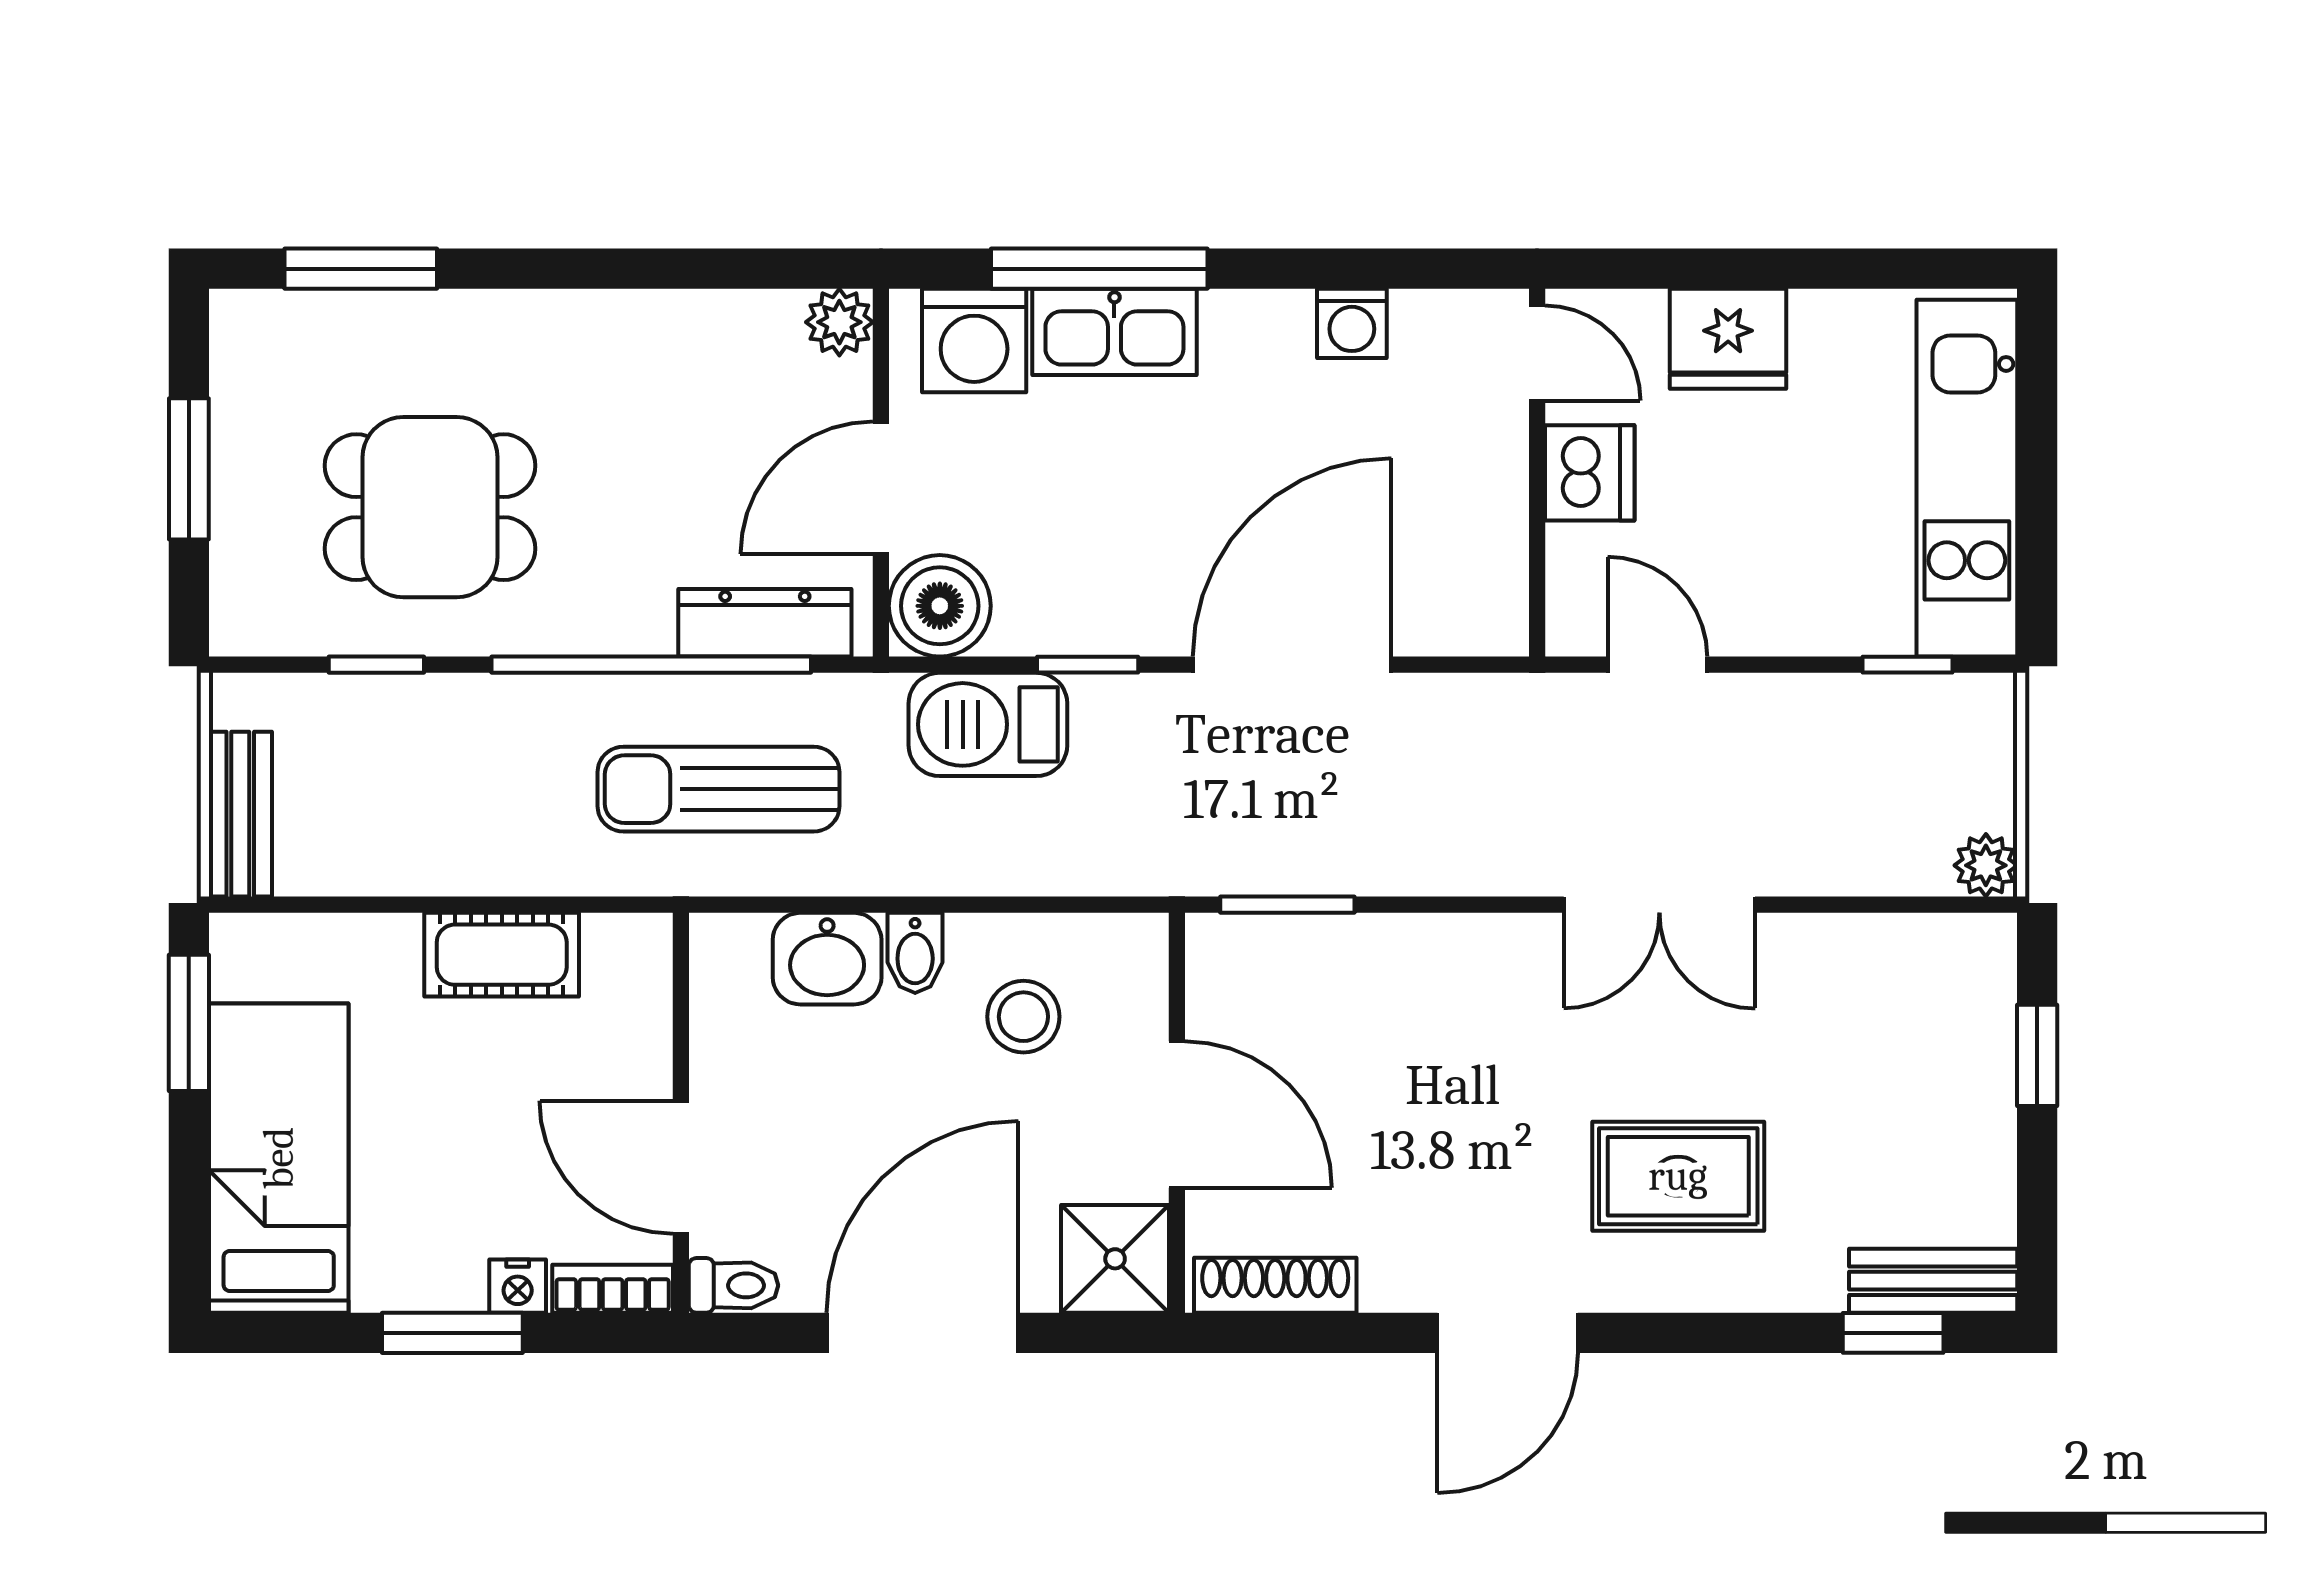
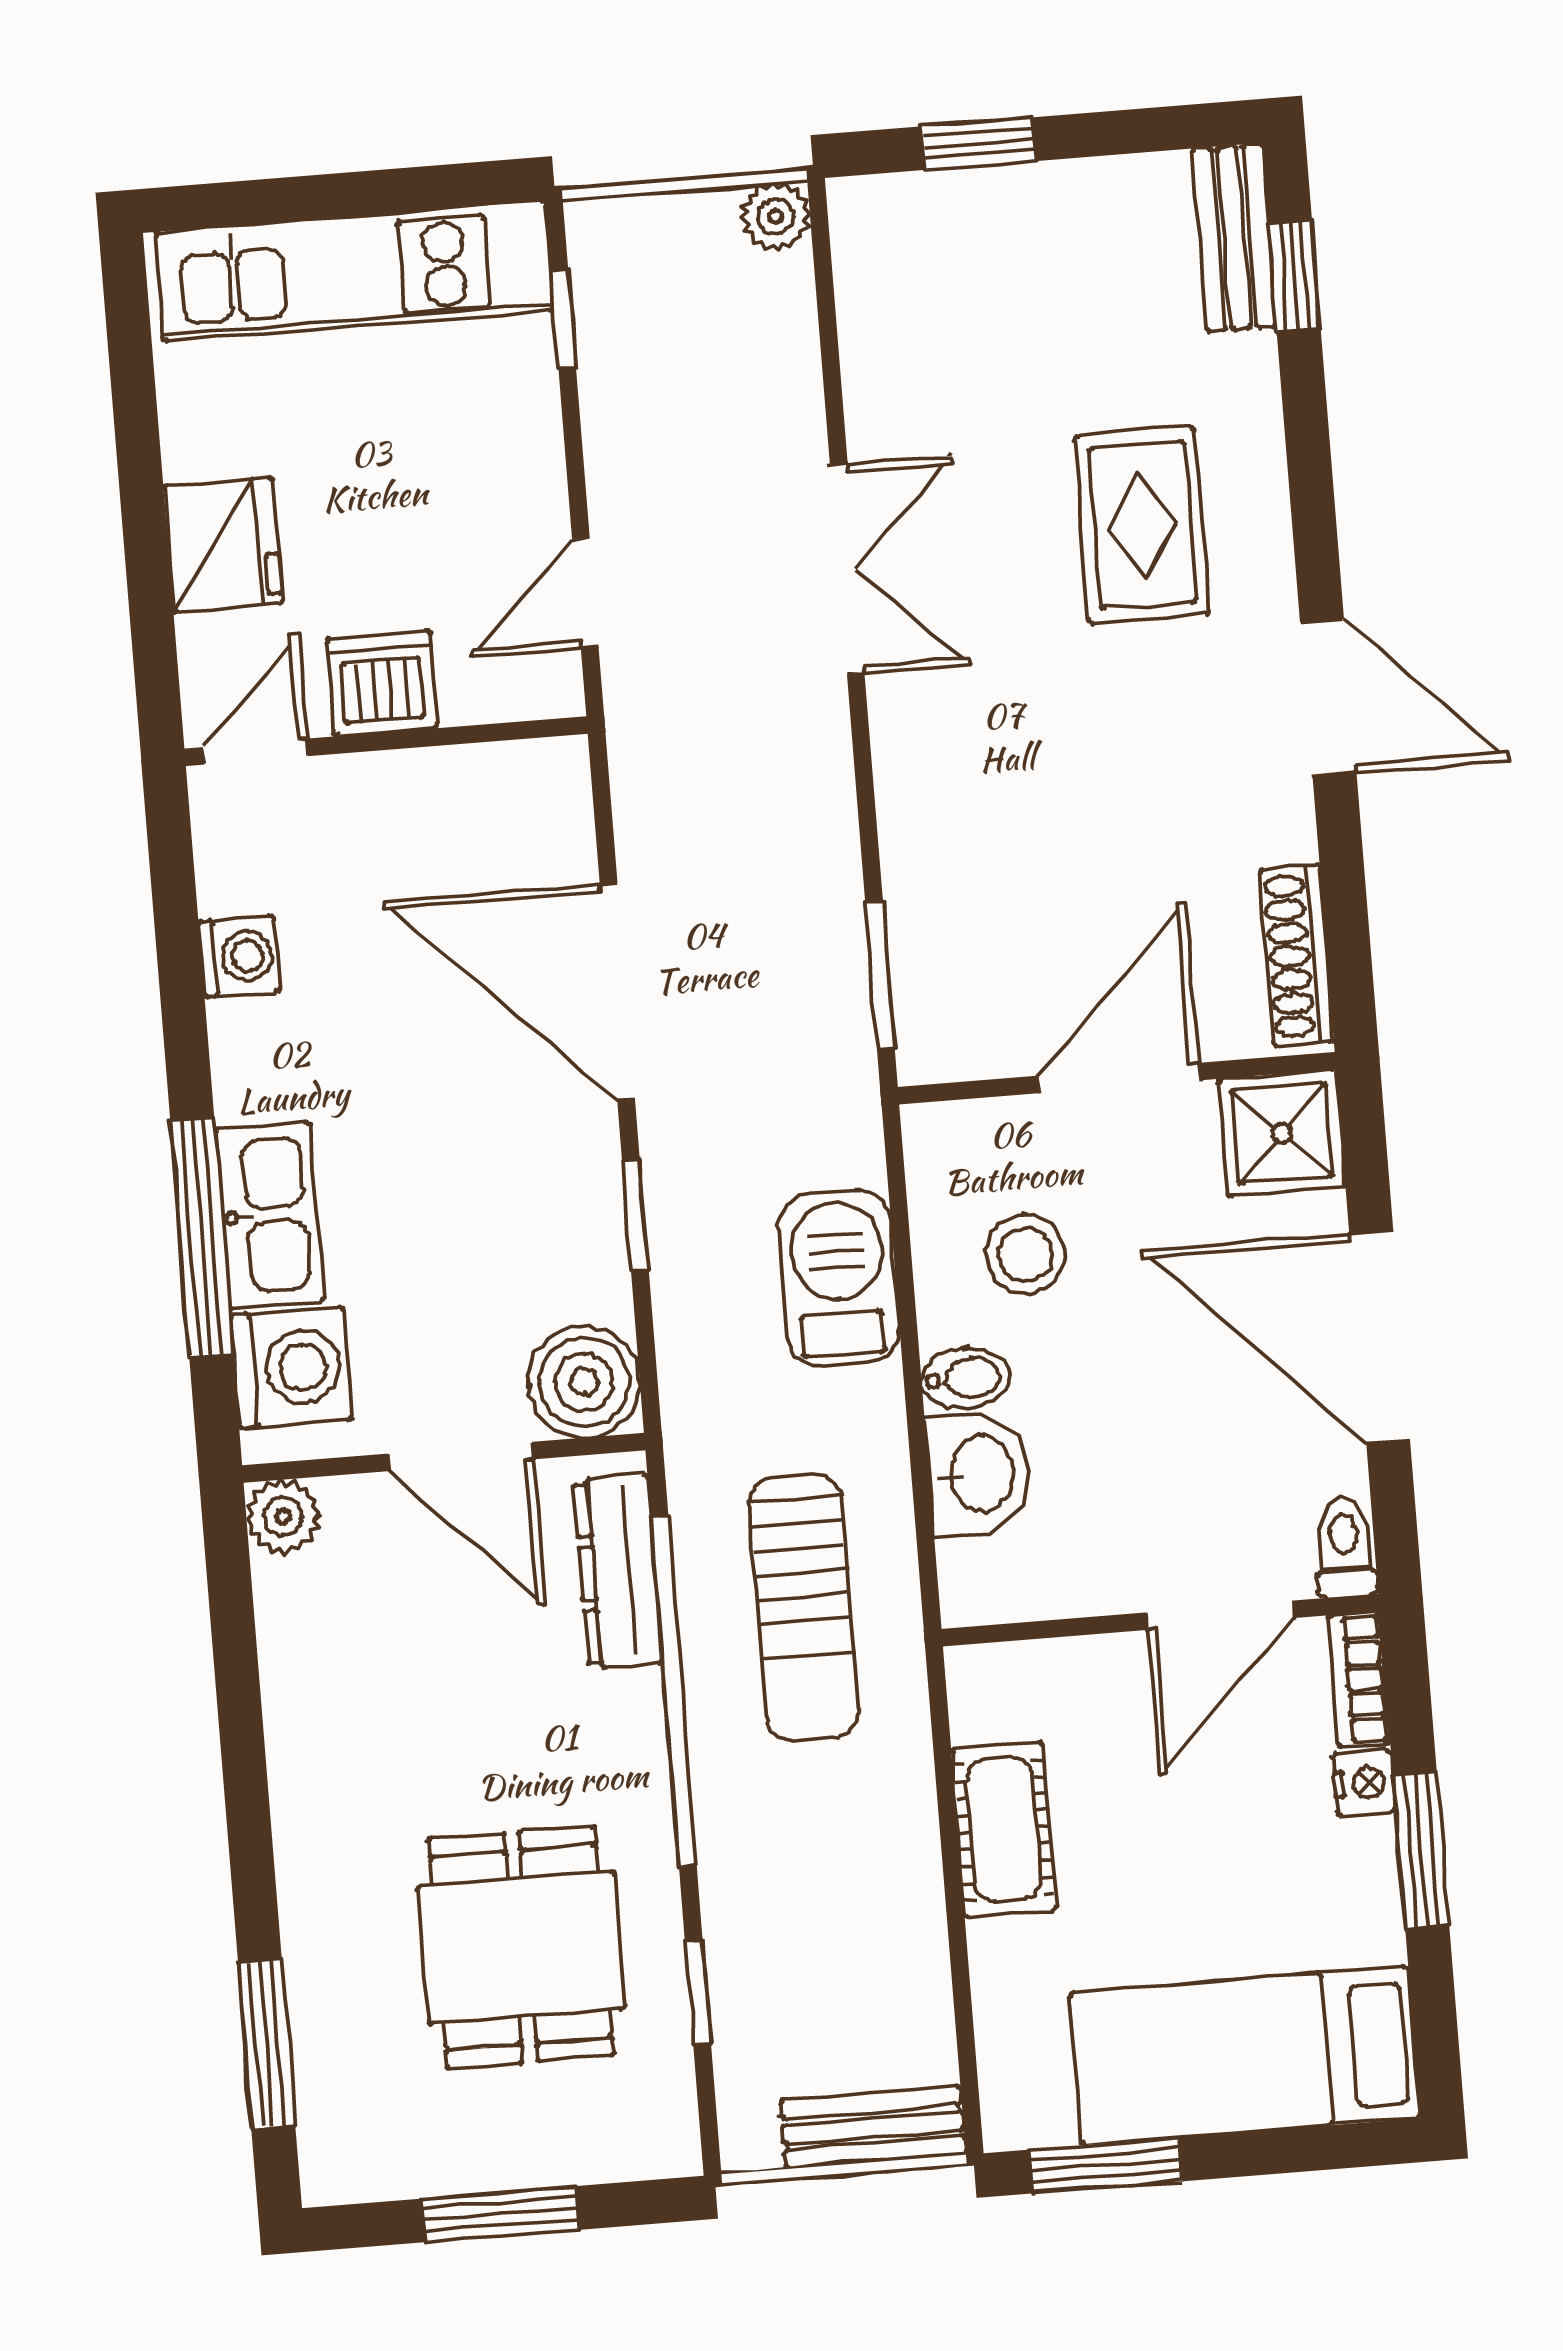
barbecue: (988, 724) -> (839, 1278), moved, turned 180

